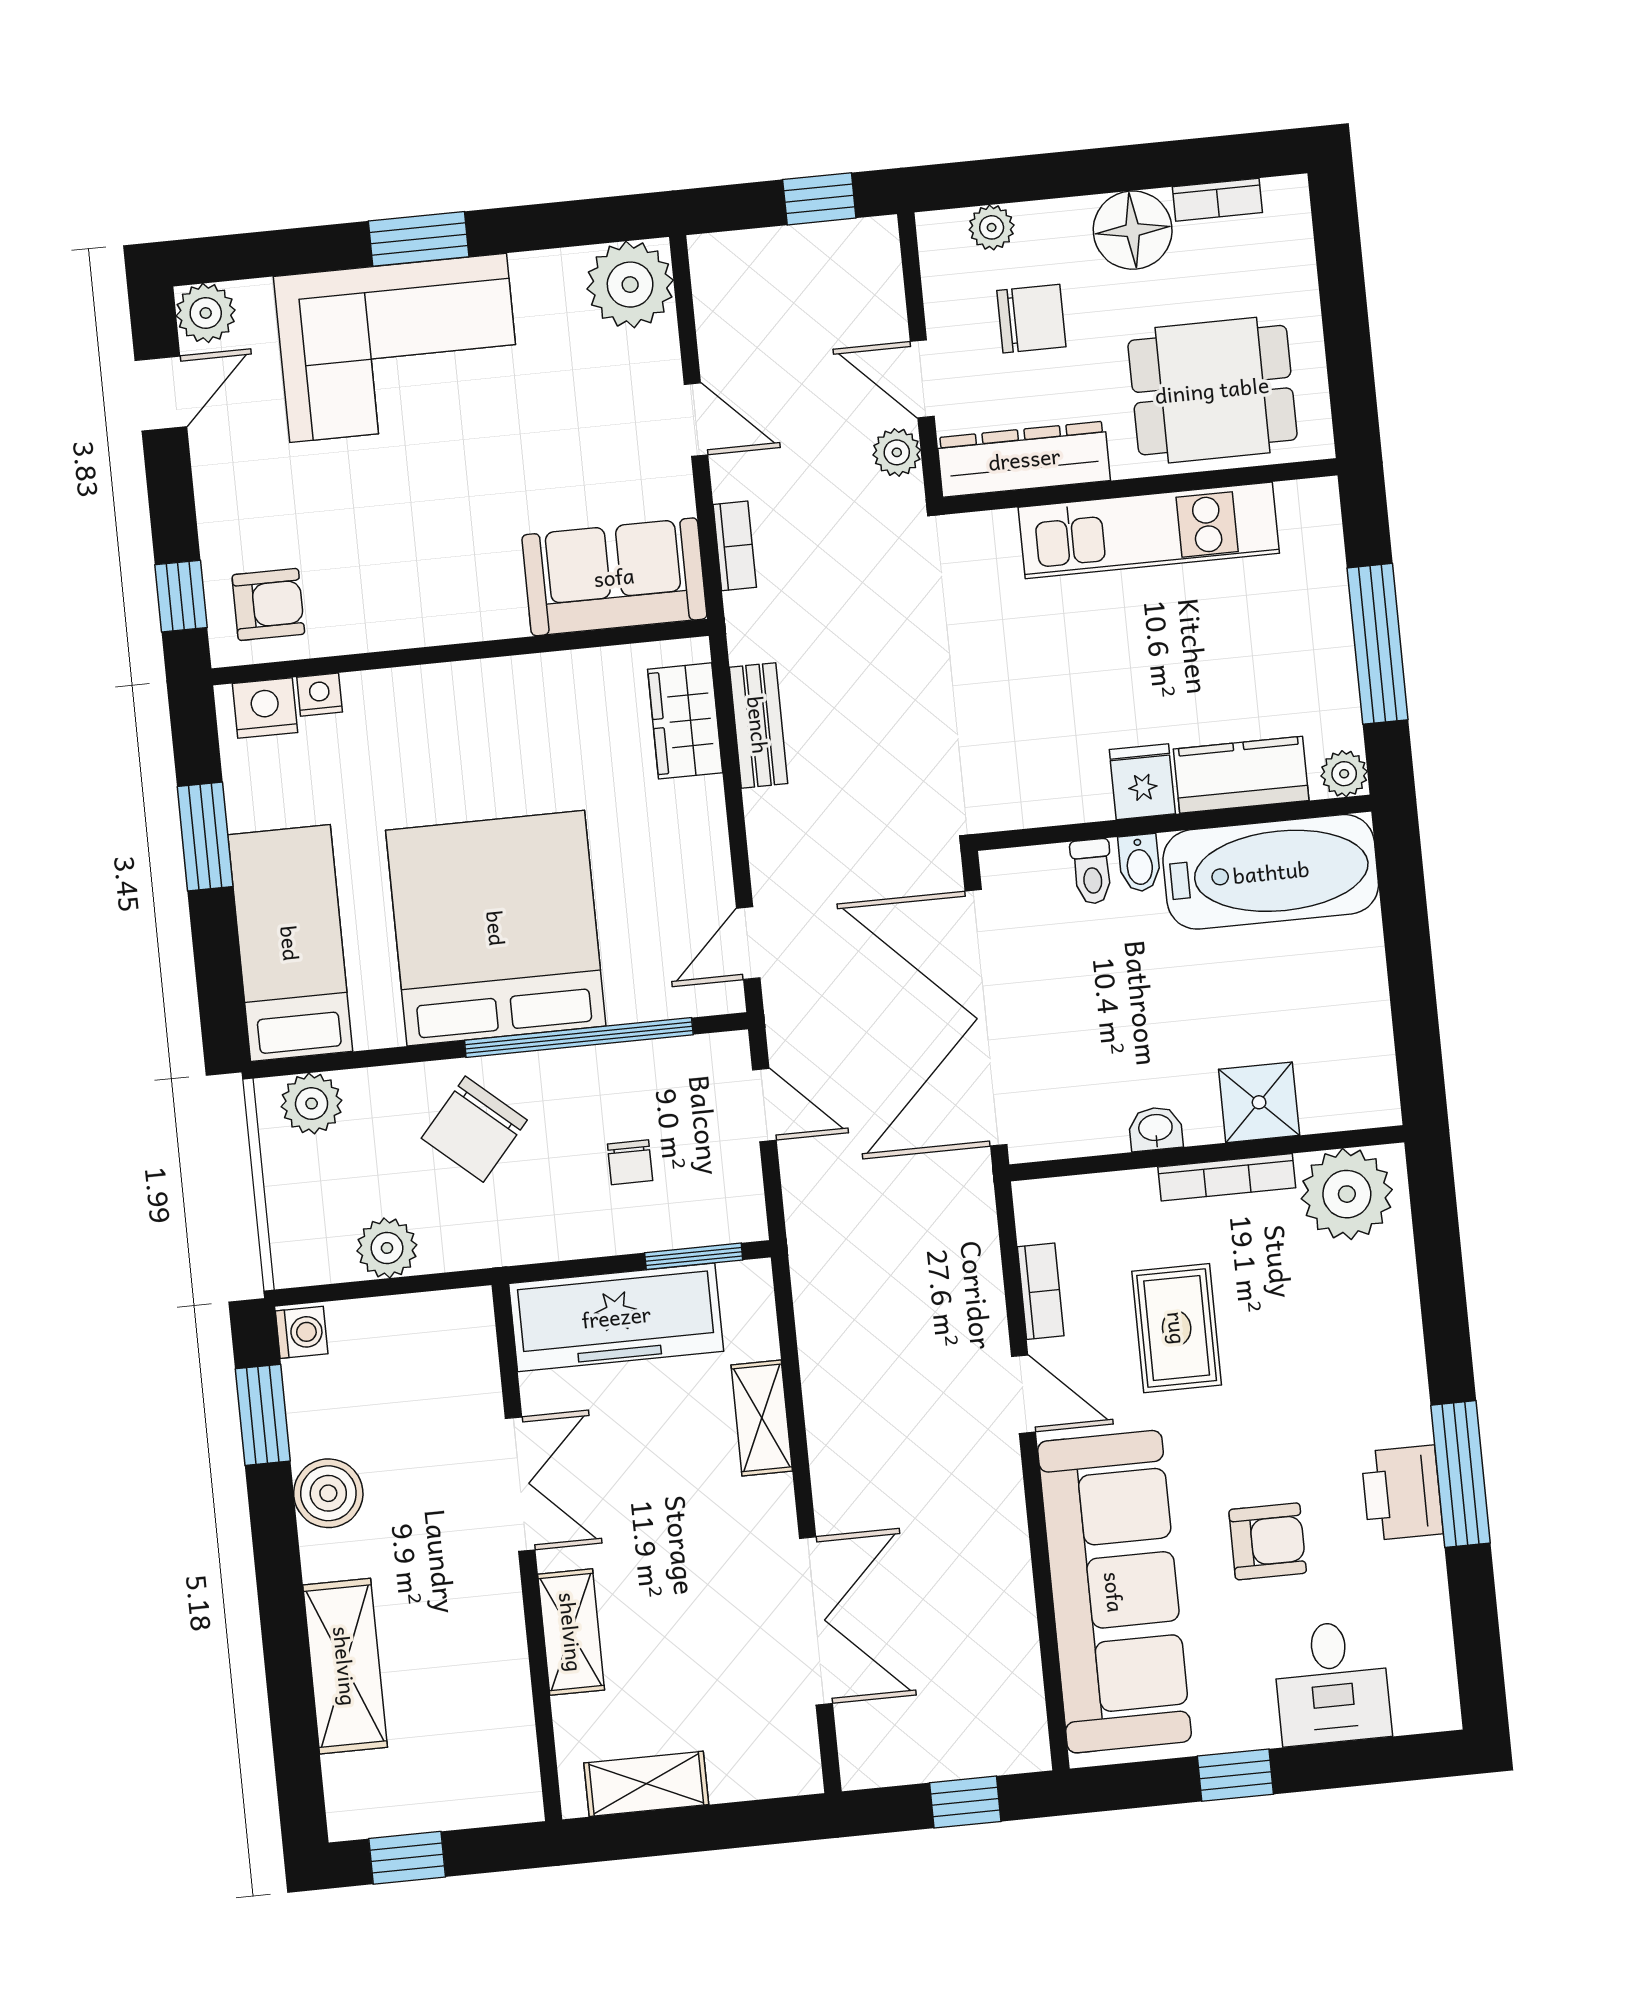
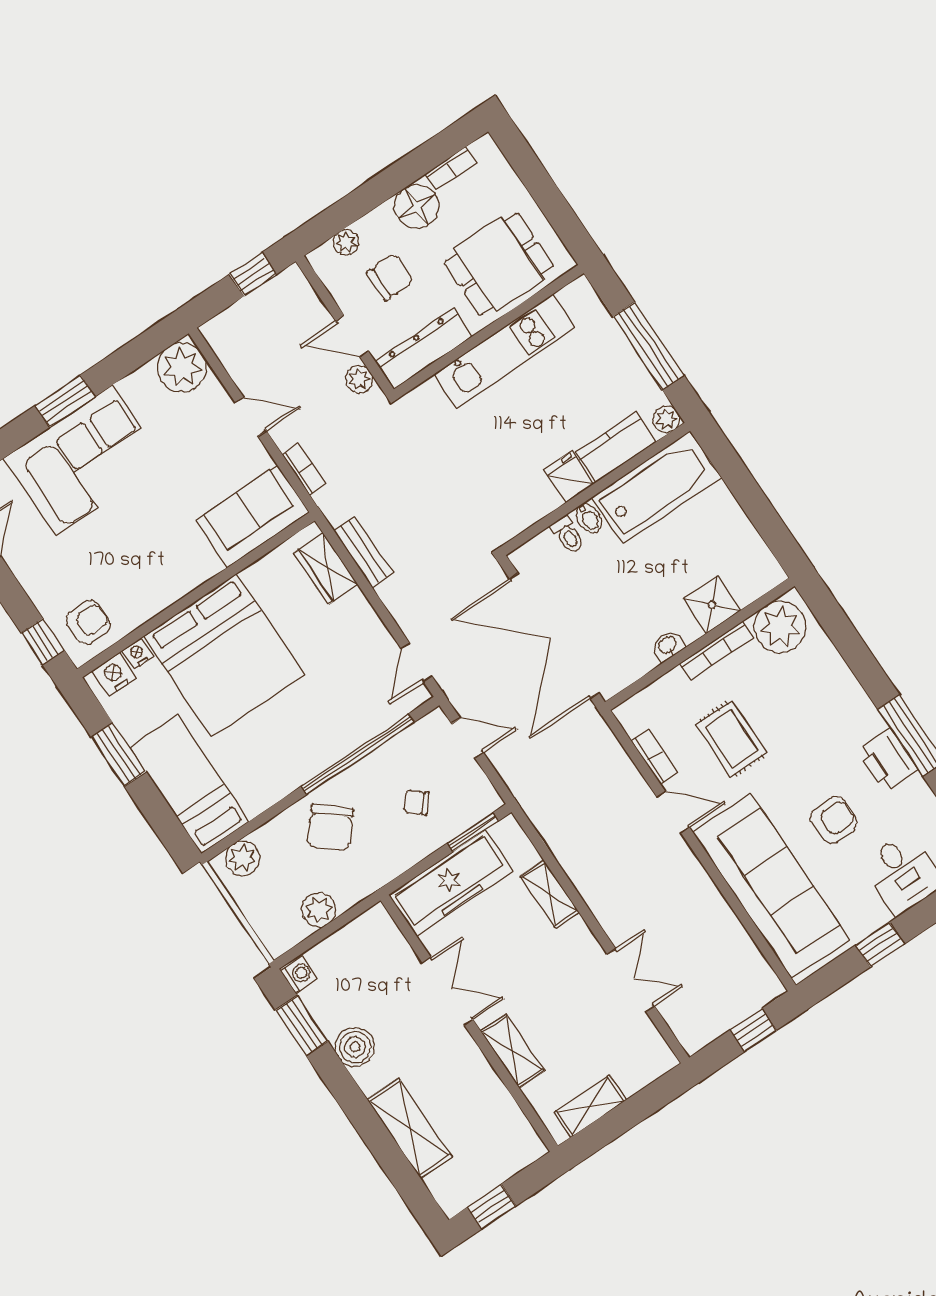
bed: (496, 928) -> (224, 655), moved, turned 180
chair: (630, 1162) -> (416, 802), turned 131
double door: (816, 1621) -> (631, 980), width x0.73

